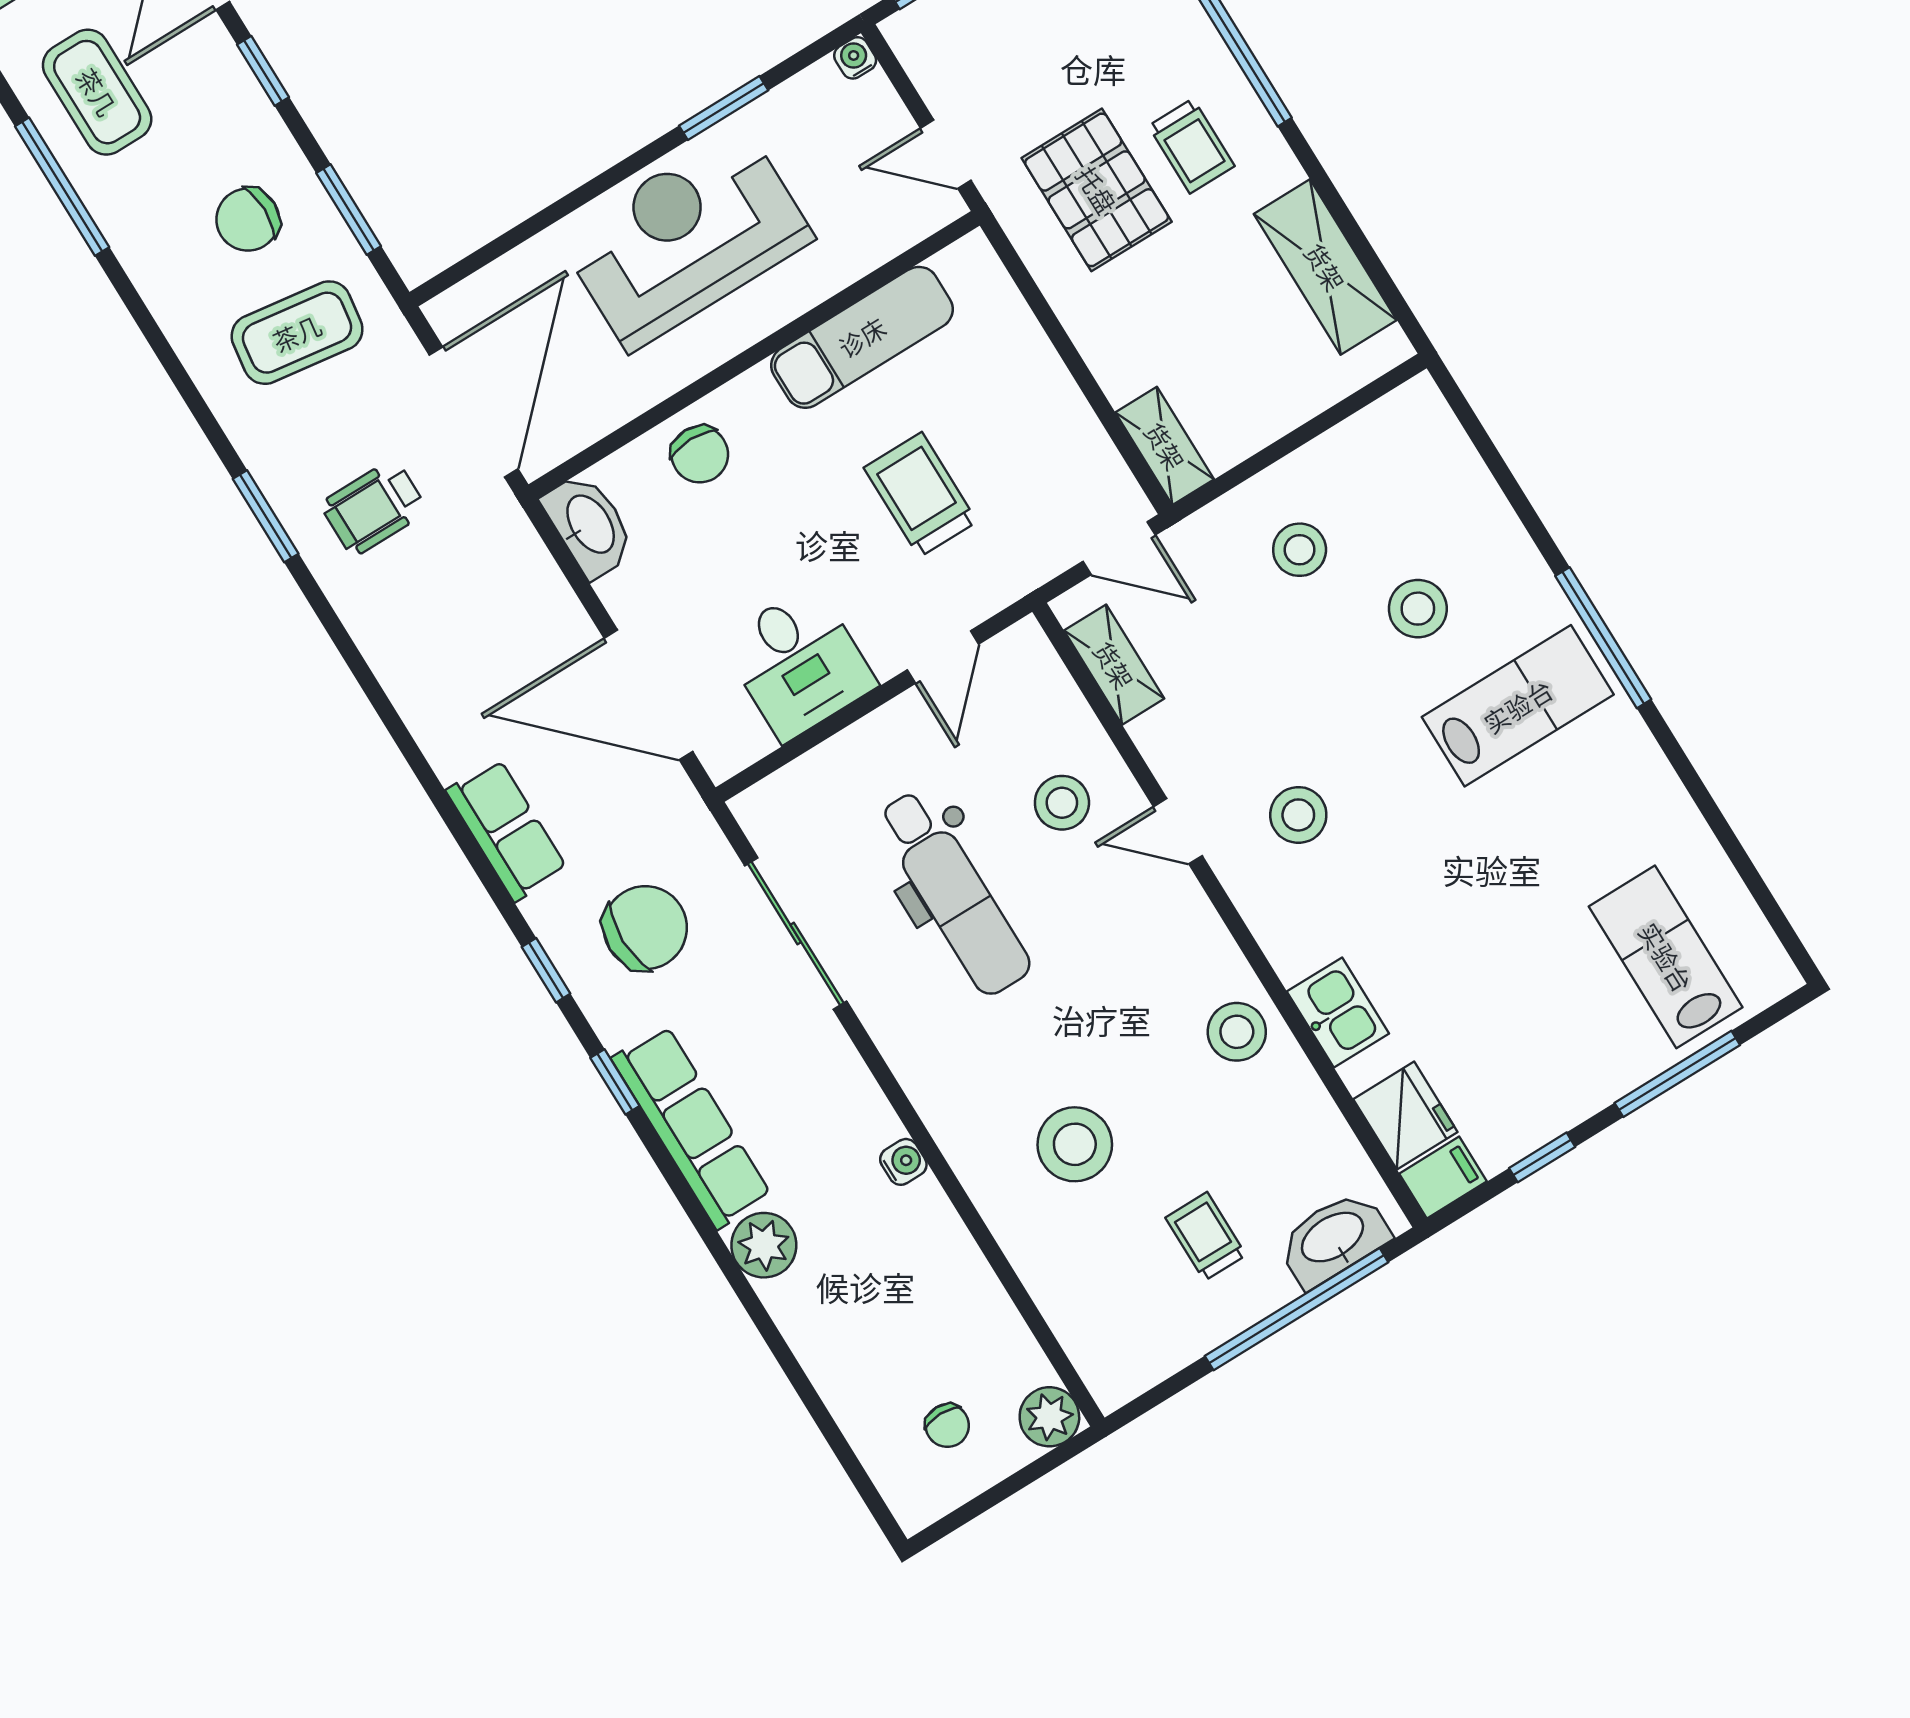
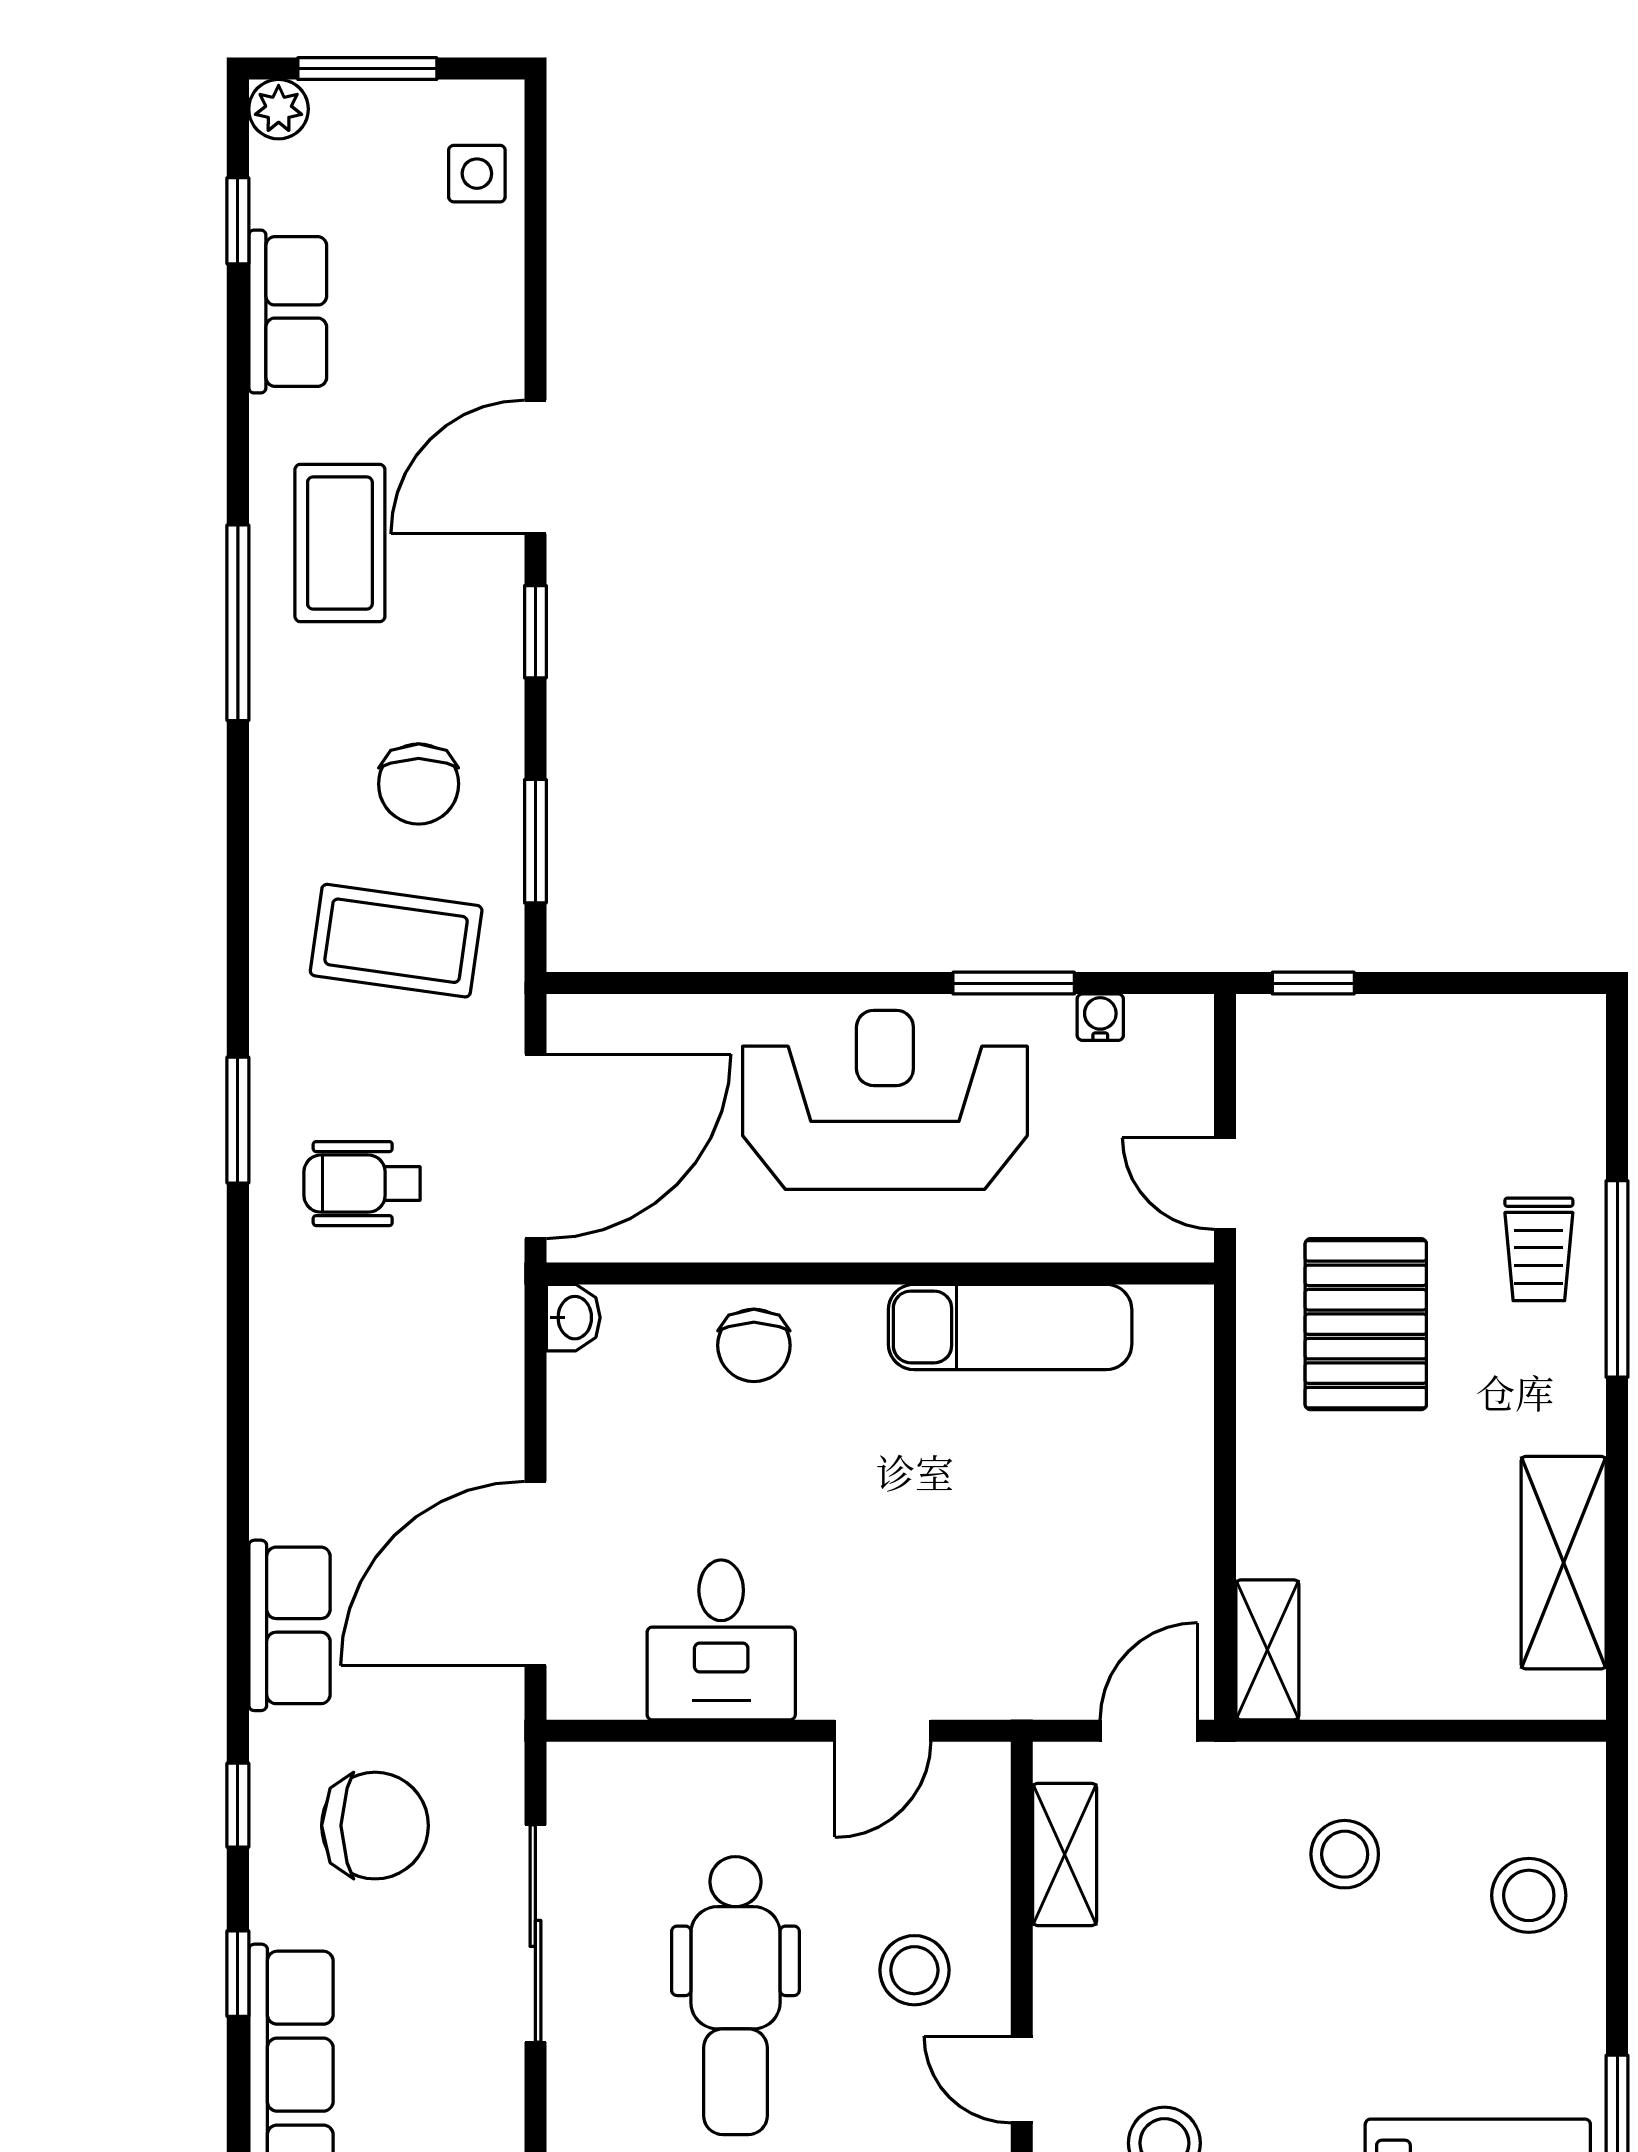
water cooler: (855, 58) -> (1100, 1017), moved
trolley: (1191, 146) -> (1539, 1249), moved
chair: (248, 220) -> (419, 784), turned -90
trolley: (920, 495) -> (968, 1538), removed
washbasin: (589, 525) -> (573, 1318), width x0.52, depth x0.69
door: (1119, 548) -> (1149, 1731), swing flipped
stool: (1418, 609) -> (1529, 1895), moved
door: (648, 695) -> (535, 1573), hinge flipped

